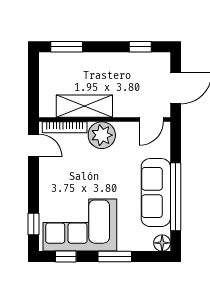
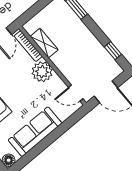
shelving: (84, 106) -> (44, 43), width x0.67, depth x0.75
window: (176, 197) -> (42, 145), removed

